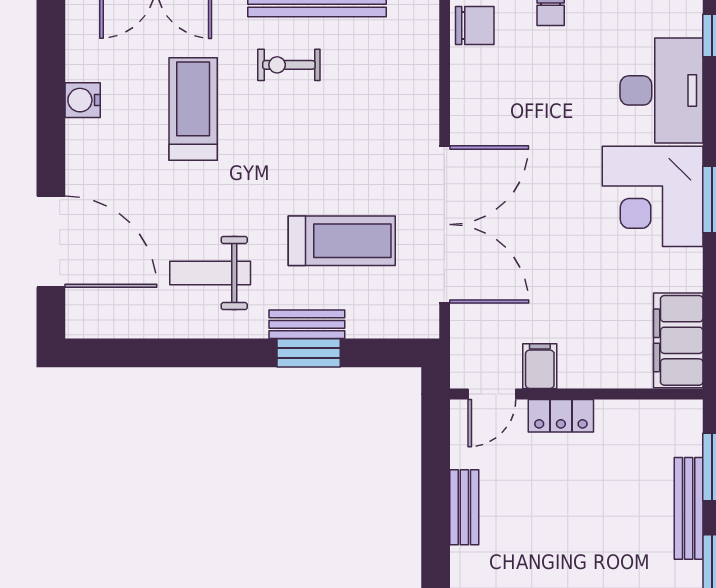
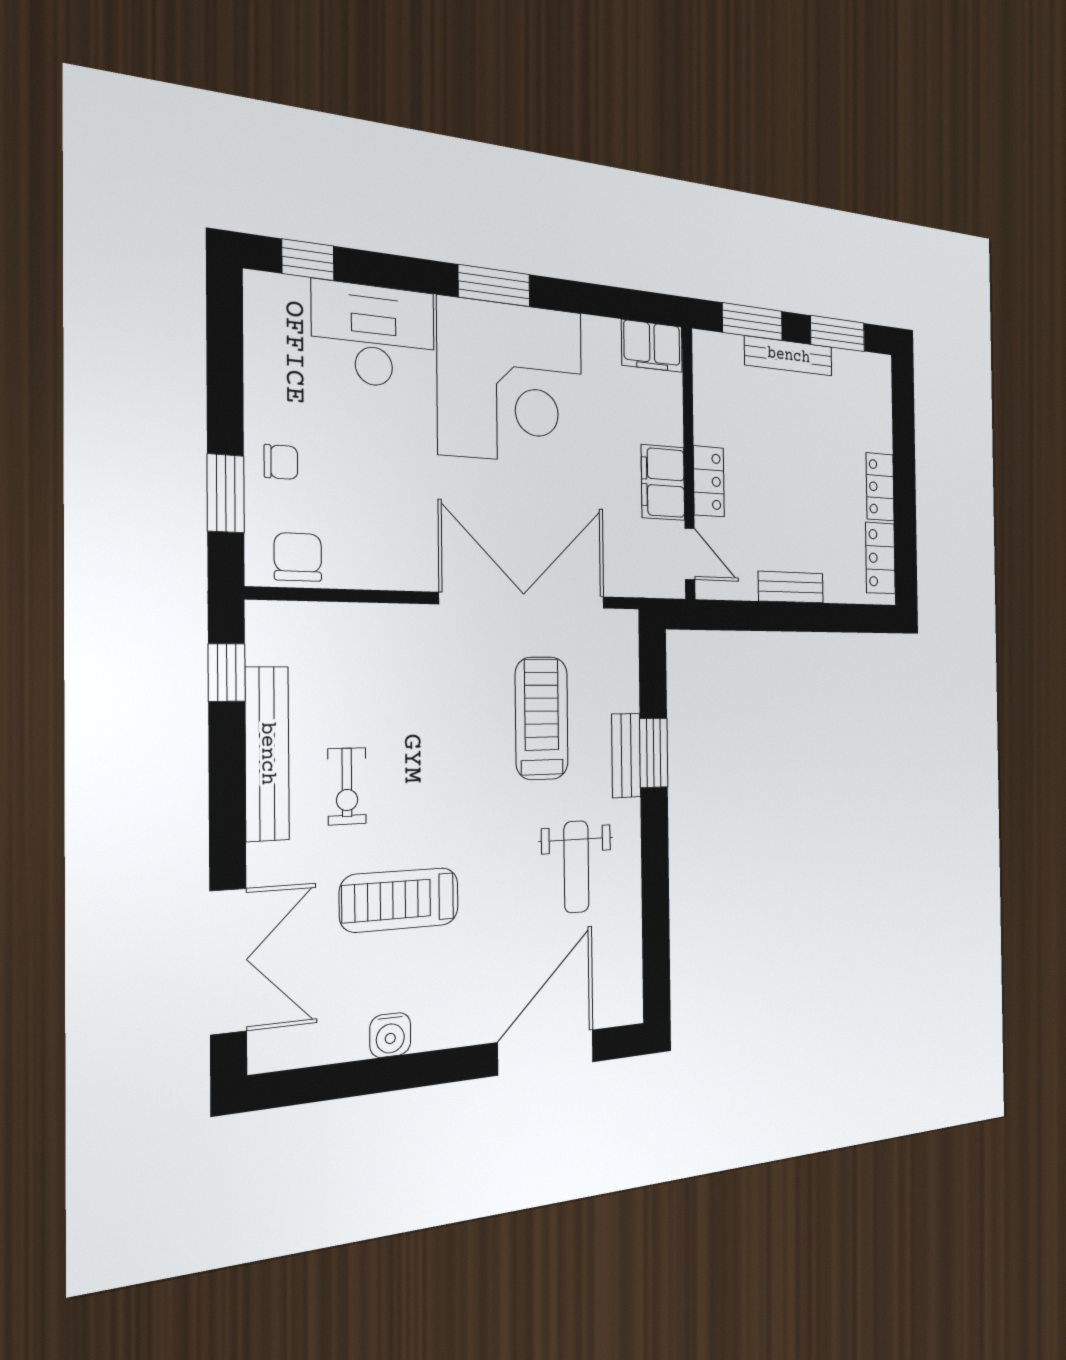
corner desk: (653, 196) -> (511, 382), width x1.36, depth x1.36
filing cabinet: (678, 340) -> (652, 346), width x0.67, depth x0.86
filing cabinet: (540, 366) -> (663, 482), width x2.00

